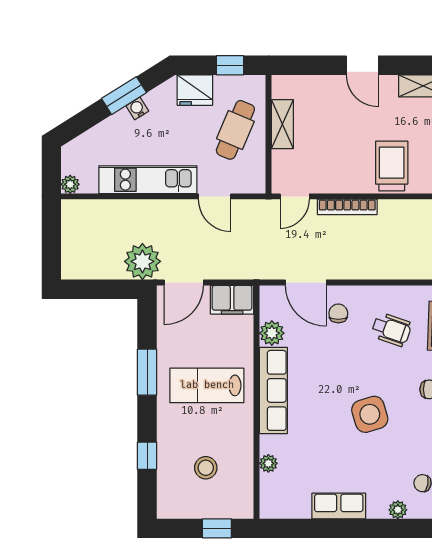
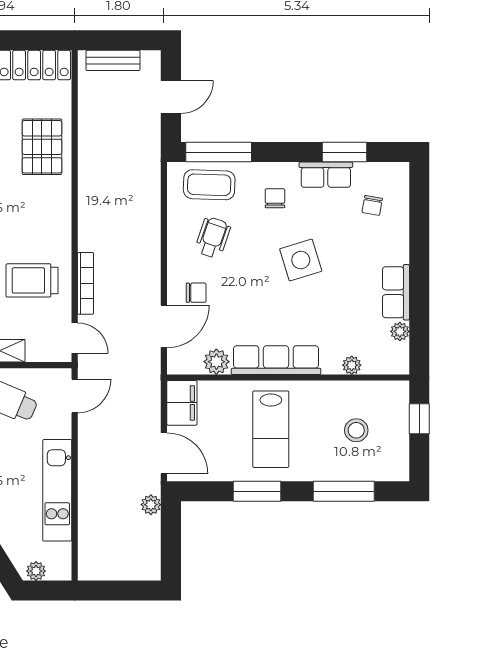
trolley: (392, 166) -> (32, 280), moved
plant: (70, 184) -> (36, 571), moved
door: (215, 196) -> (75, 396), moved
plant: (142, 261) -> (151, 505), width x0.53, depth x0.53
chair: (338, 313) -> (196, 293), turned 180
window: (147, 456) -> (344, 491), width x2.17
plant: (398, 510) -> (400, 331), moved

